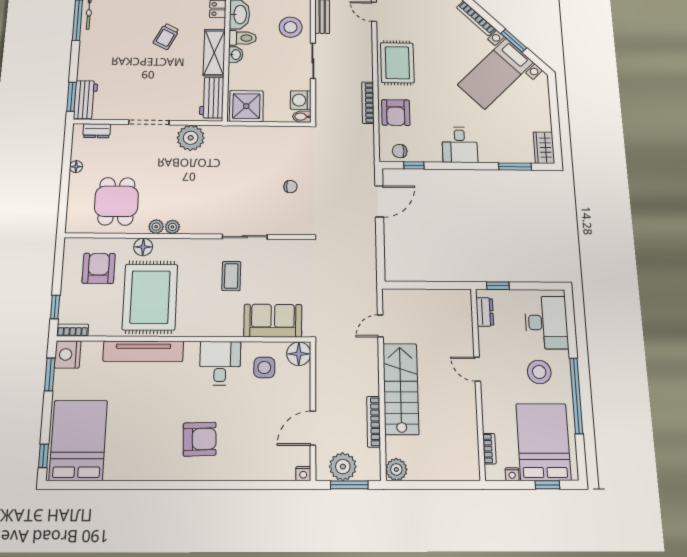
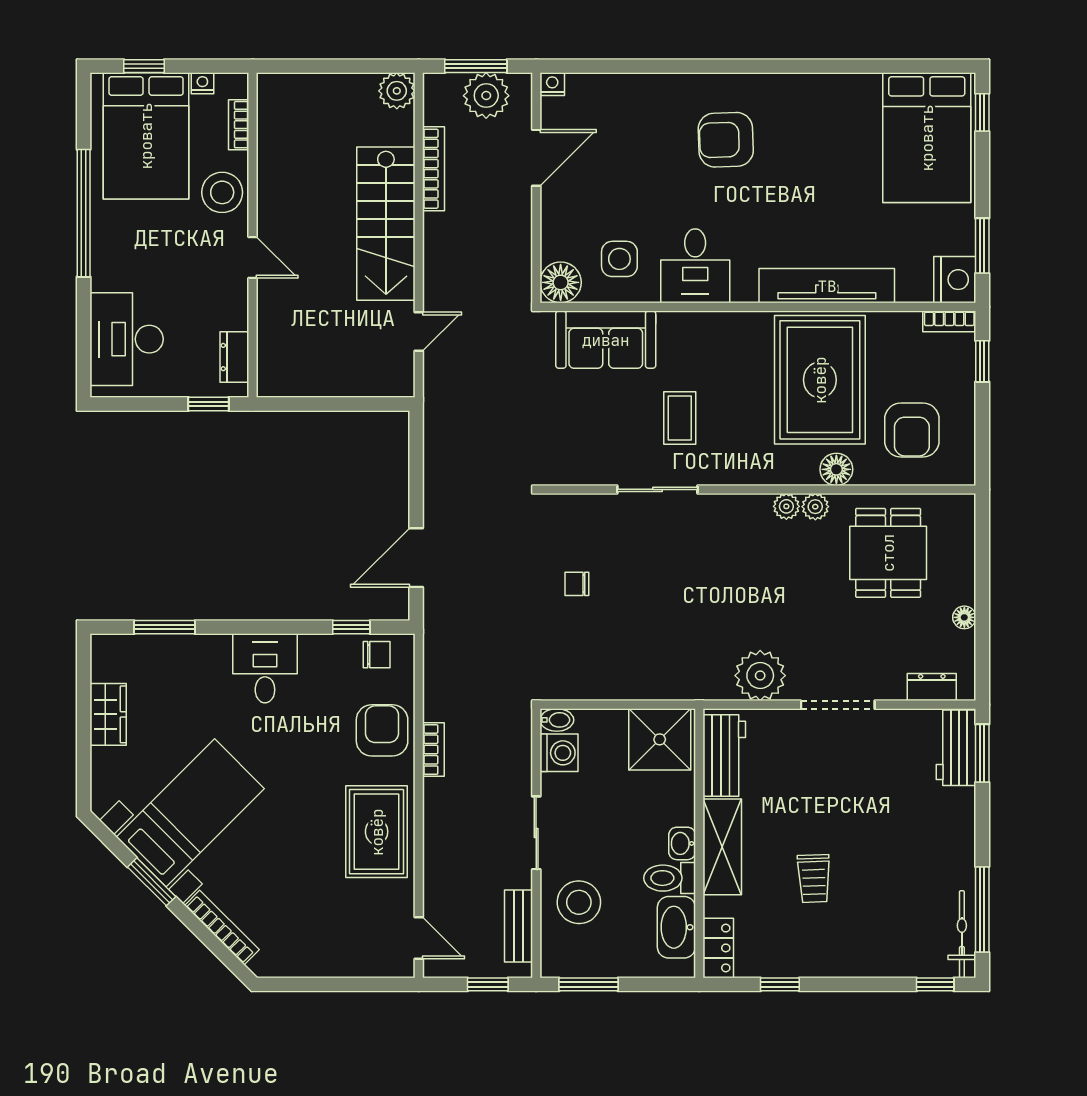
trolley: (166, 37) -> (814, 878), turned 151
bookcase: (368, 103) -> (433, 750), width x0.64
wardrobe: (544, 148) -> (108, 714), moved
stool: (539, 372) -> (222, 192), moved

